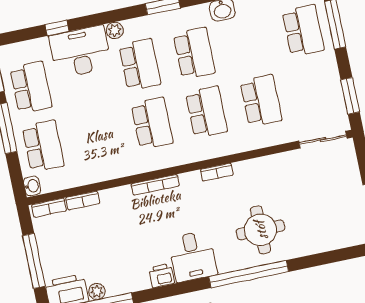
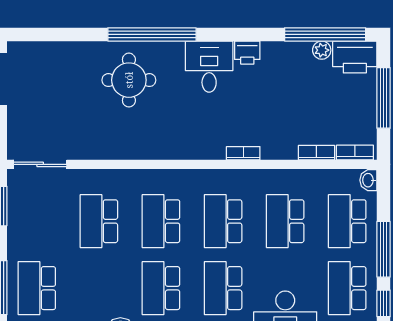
school desk: (98, 135) -> (285, 221), added
bookcase: (217, 172) -> (163, 153), removed
bookcase: (155, 185) -> (243, 153), width x0.64

